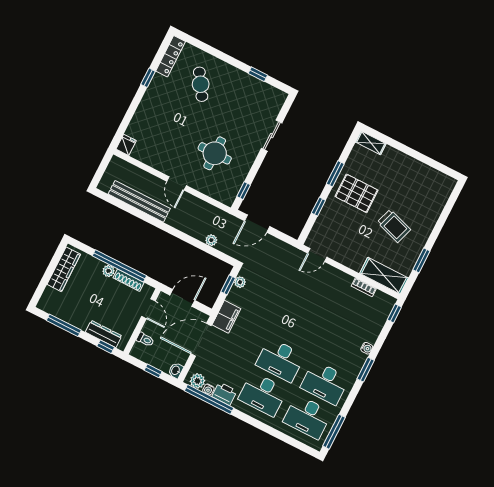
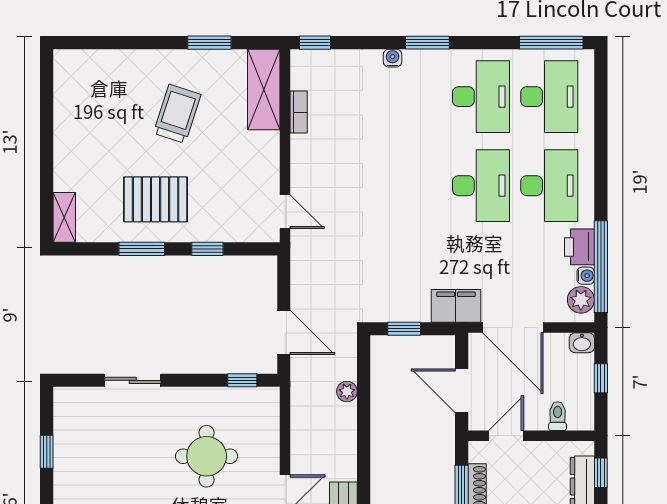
pallet: (357, 193) -> (156, 199), turned 90
plant: (240, 282) -> (390, 312), removed

